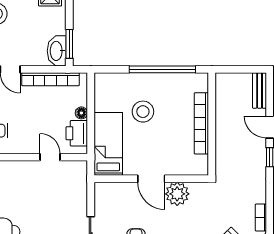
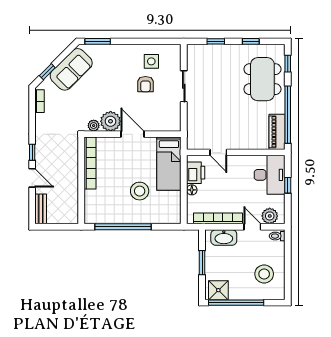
window: (69, 44) -> (202, 263), moved
washbasin: (57, 51) -> (224, 237), moved, turned 90
bookcase: (201, 123) -> (90, 163), moved
plant: (197, 189) -> (94, 126), added

